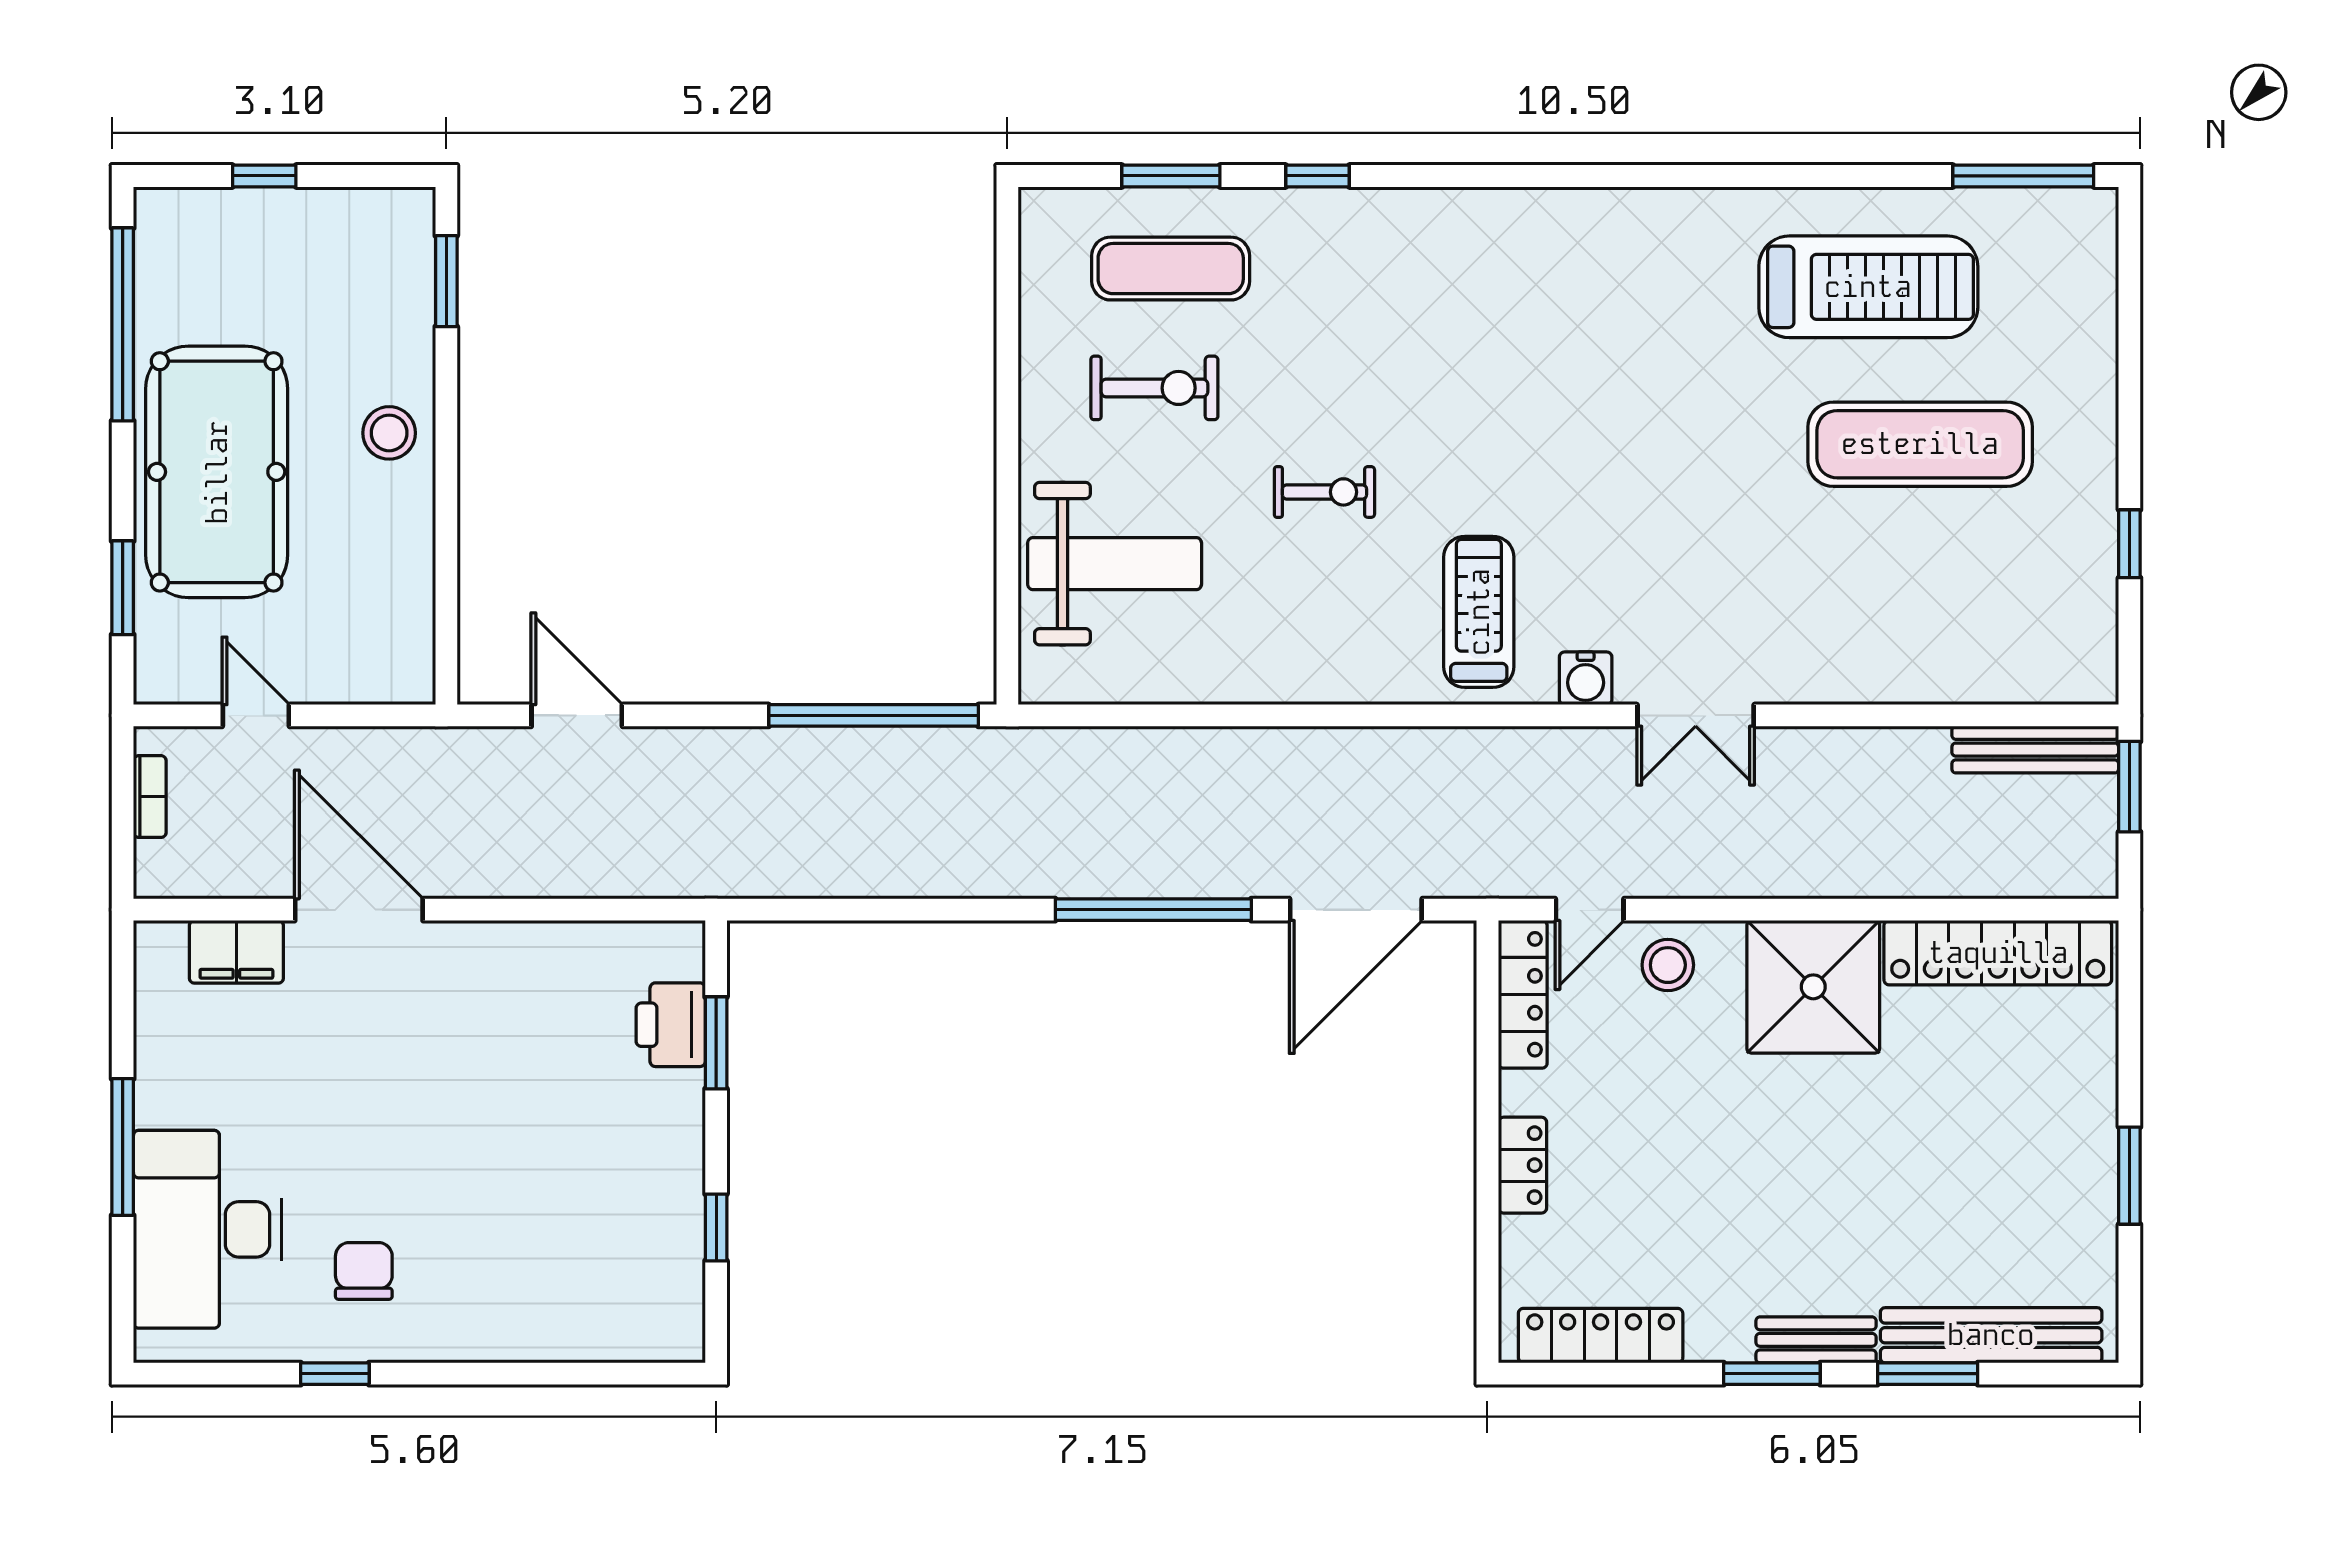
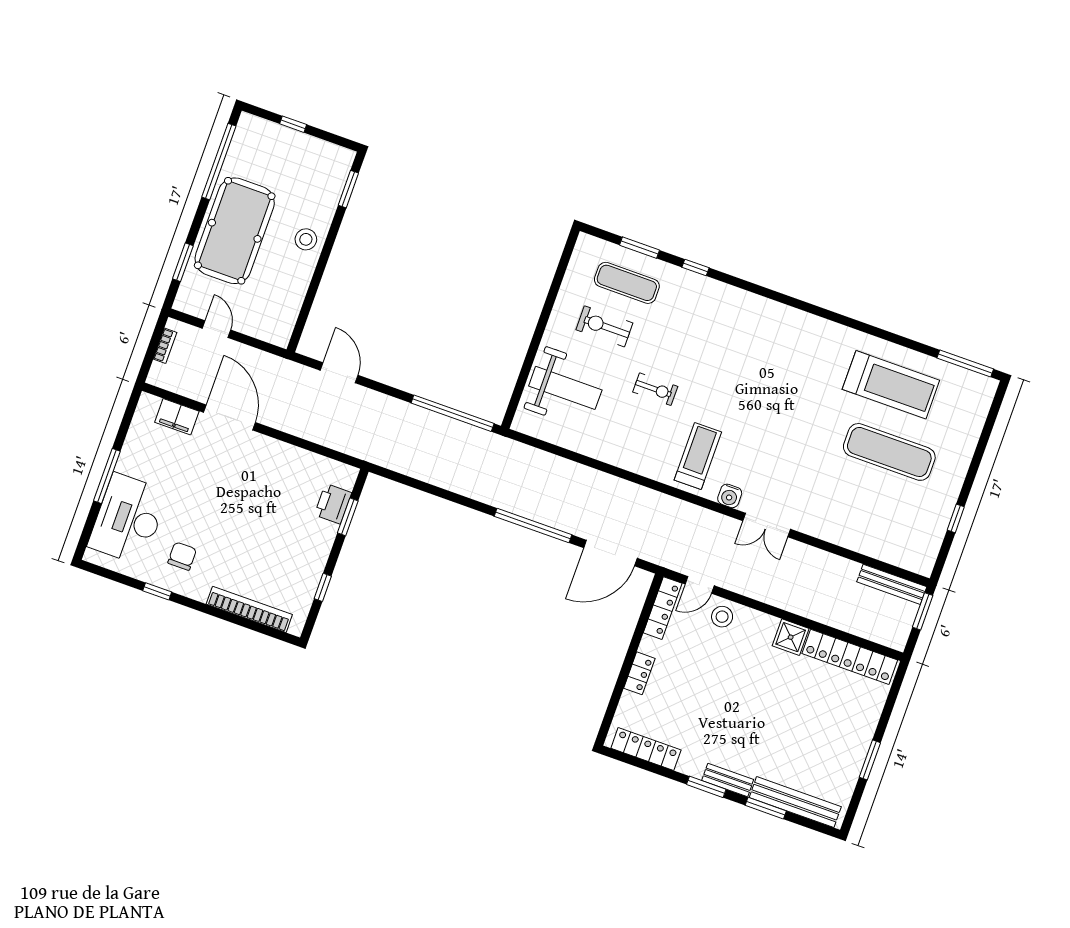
exercise bike: (1154, 388) -> (604, 326), turned 180
shower: (1813, 987) -> (791, 637), width x0.54, depth x0.54
bookcase: (564, 1339) -> (249, 609), added

